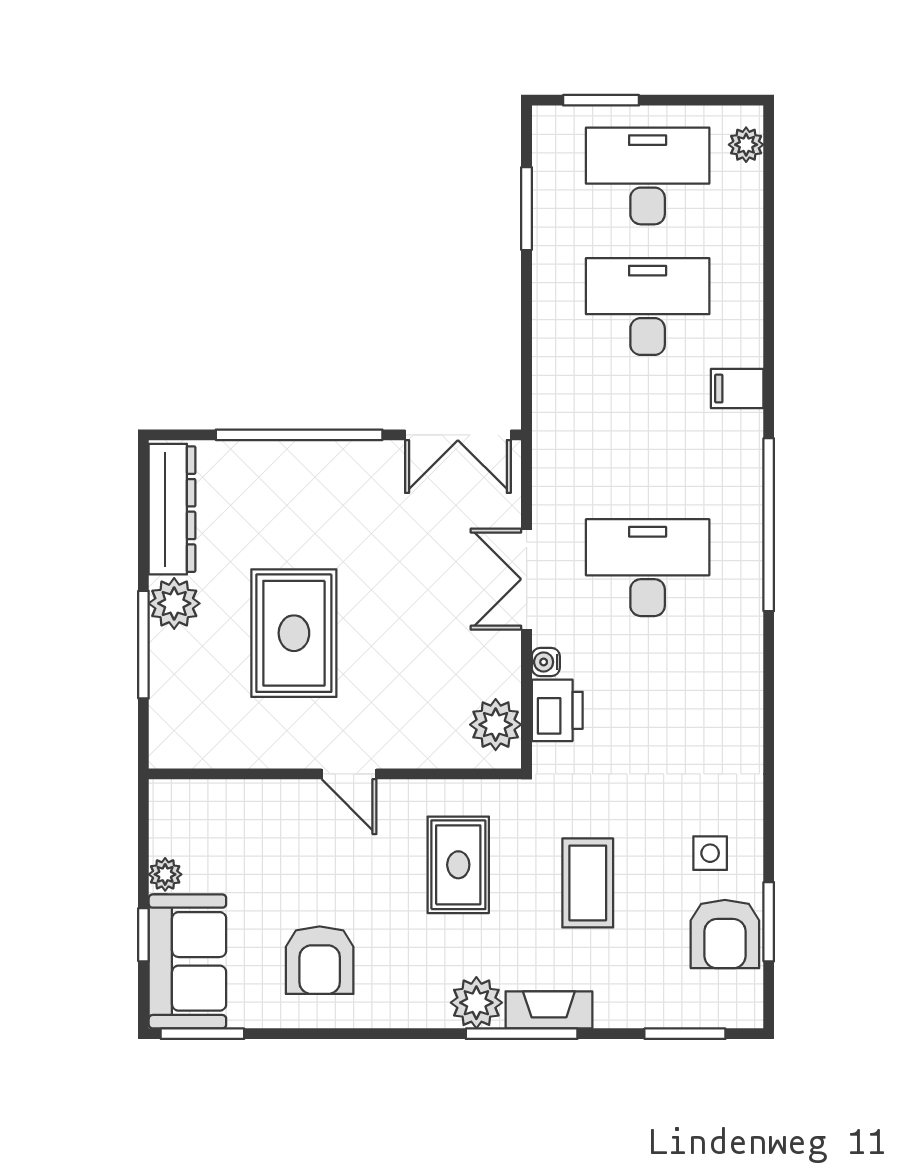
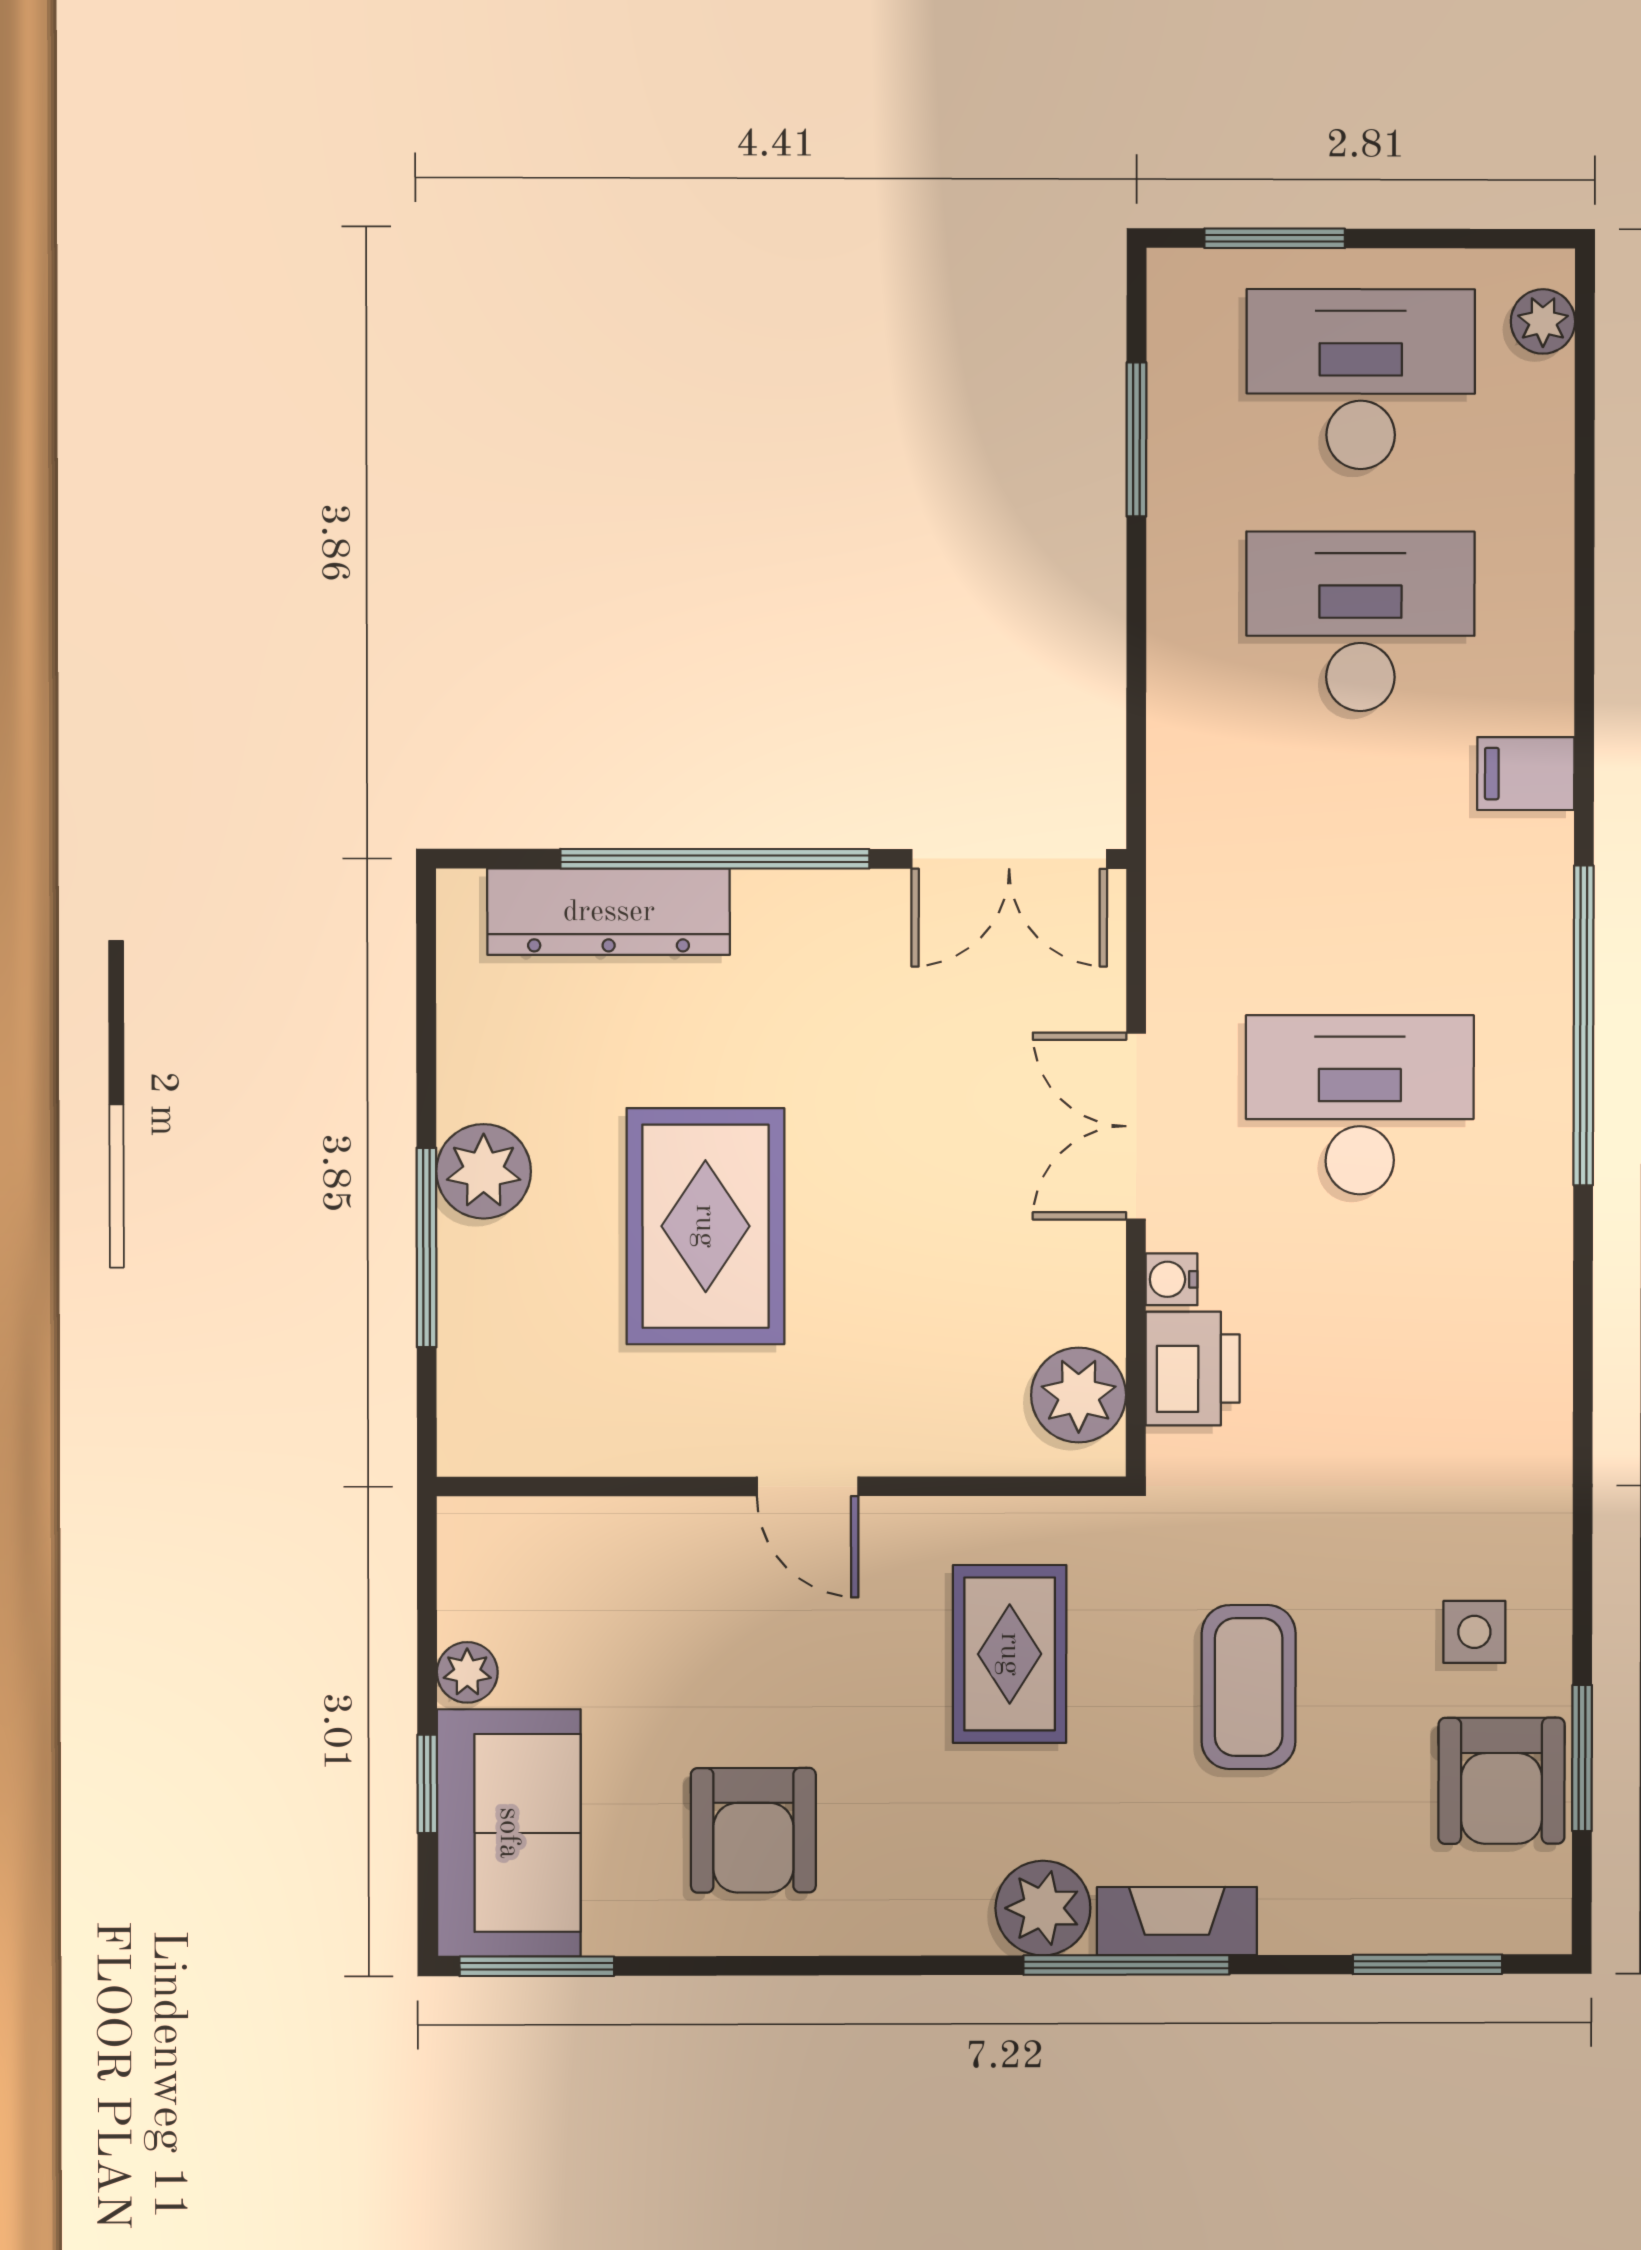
dresser: (172, 509) -> (609, 912), moved, turned 90

